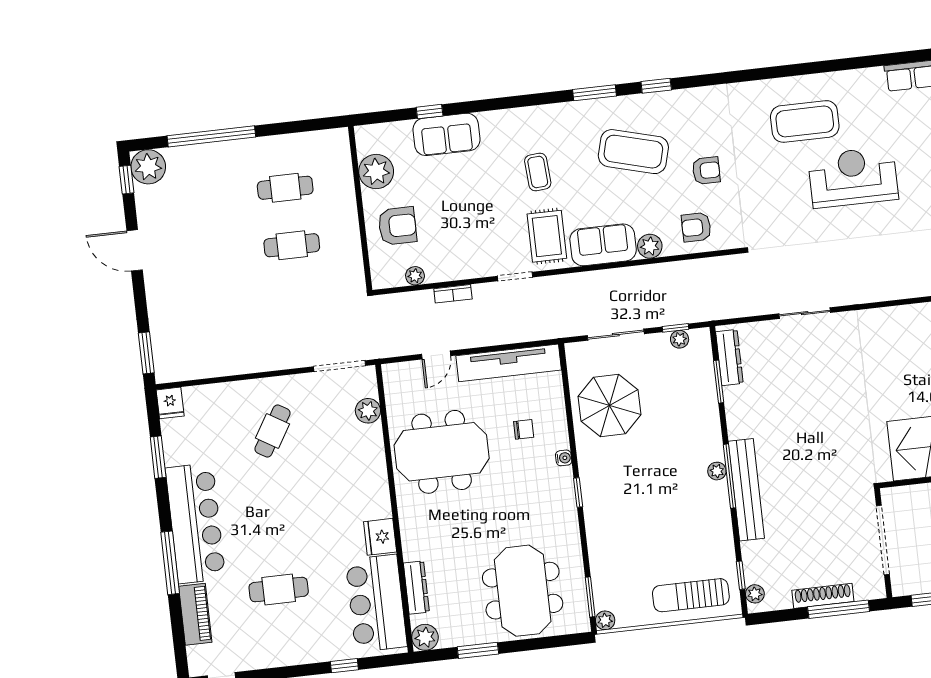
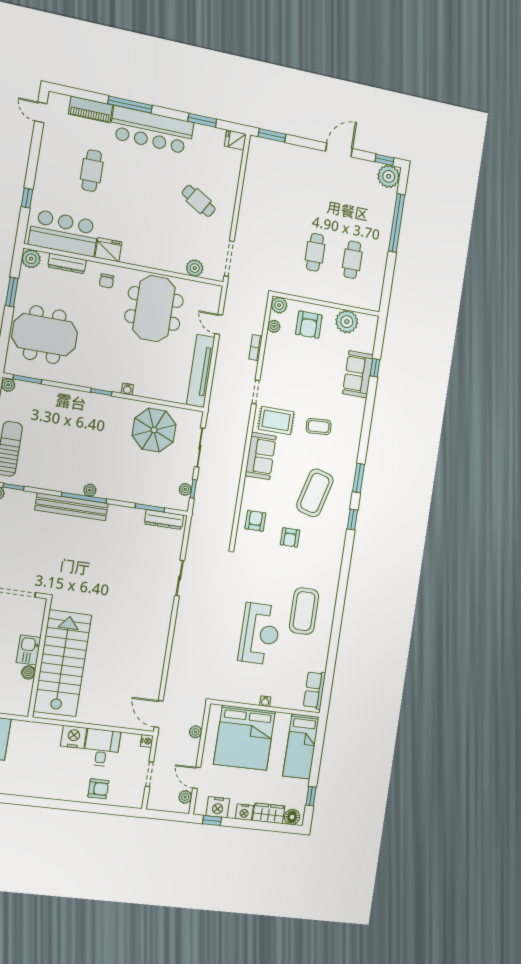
plant: (650, 246) -> (279, 305), moved
chair: (524, 429) -> (107, 281), moved

